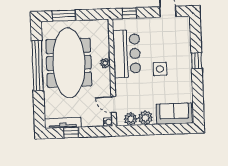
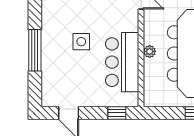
window: (197, 61) -> (35, 50), width x2.17

